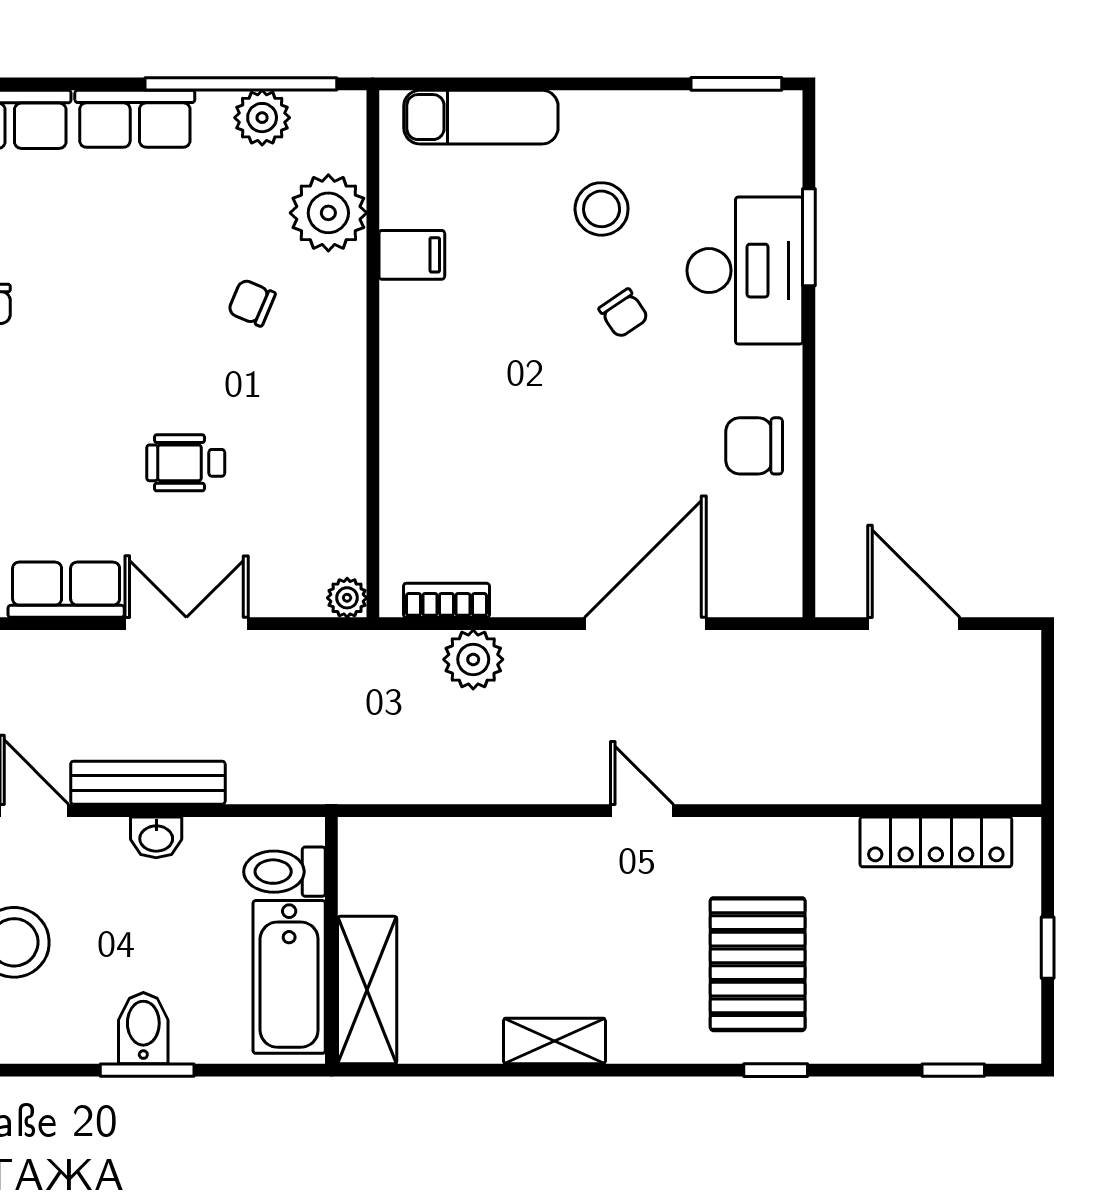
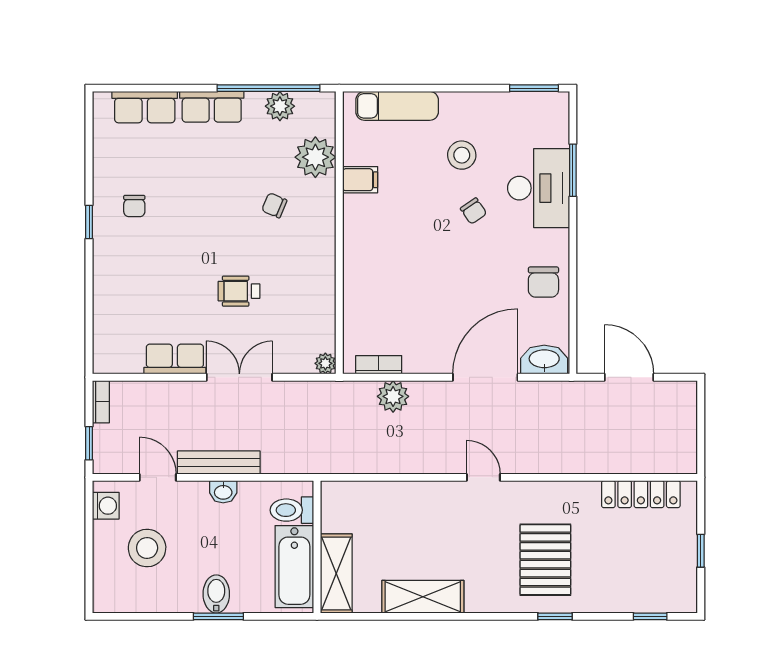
chair: (754, 446) -> (543, 282), turned -90
washbasin: (755, 591) -> (544, 360), added
shelving: (554, 1041) -> (423, 597), width x1.50, depth x1.33

